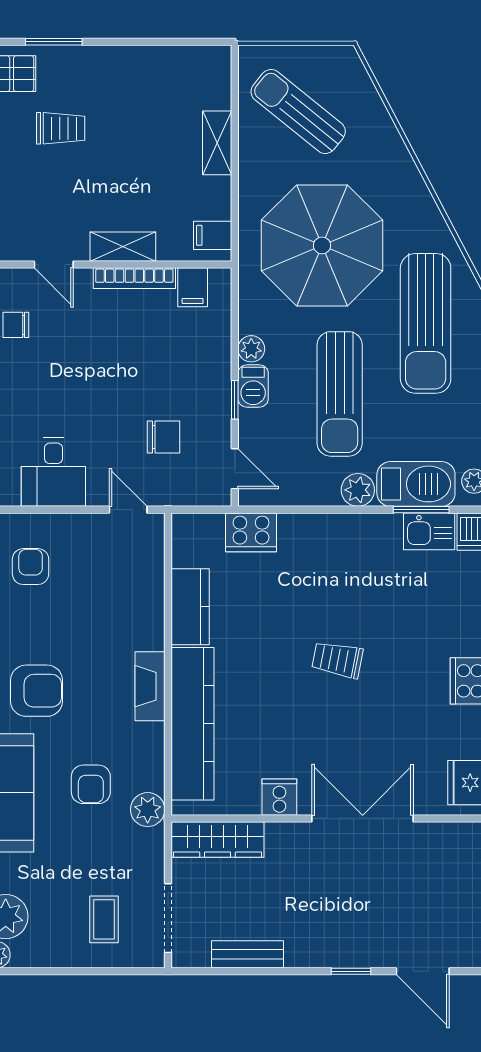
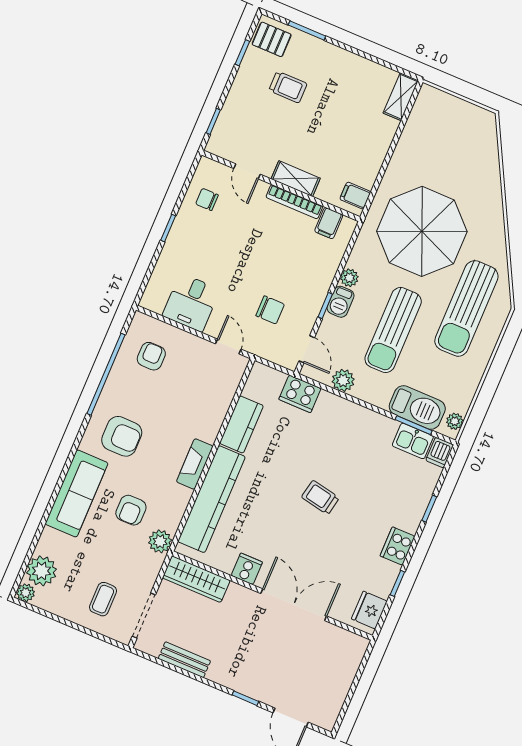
sun lounger: (298, 112) -> (443, 140), removed
shelving: (217, 143) -> (401, 97), moved
plant: (358, 490) -> (343, 380), moved

